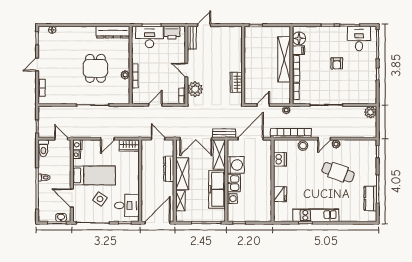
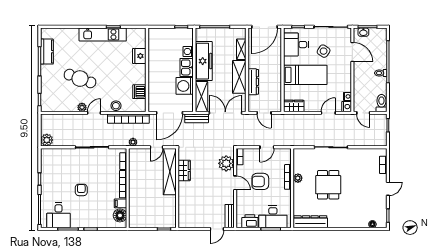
shelving: (284, 59) -> (170, 172), moved
armchair: (162, 72) -> (260, 181), added
door: (107, 139) -> (328, 113), moved
bed: (94, 175) -> (305, 75), moved, turned 180

